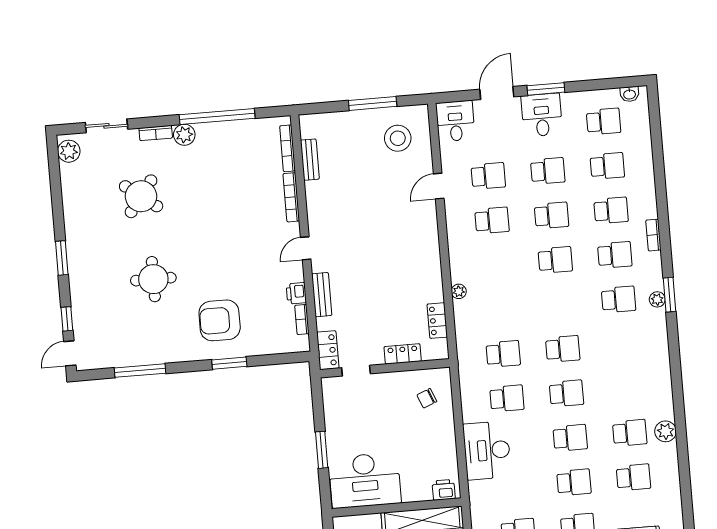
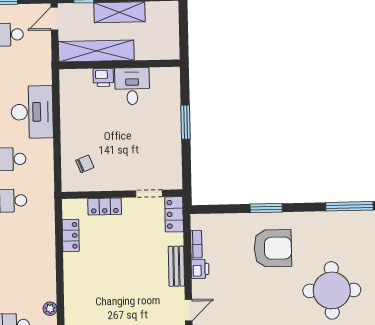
round table: (153, 279) -> (332, 290), width x1.36, depth x1.36
plant: (459, 291) -> (50, 309), moved
desk: (365, 480) -> (132, 86), width x0.53, depth x0.77
printer: (444, 490) -> (103, 77), moved

